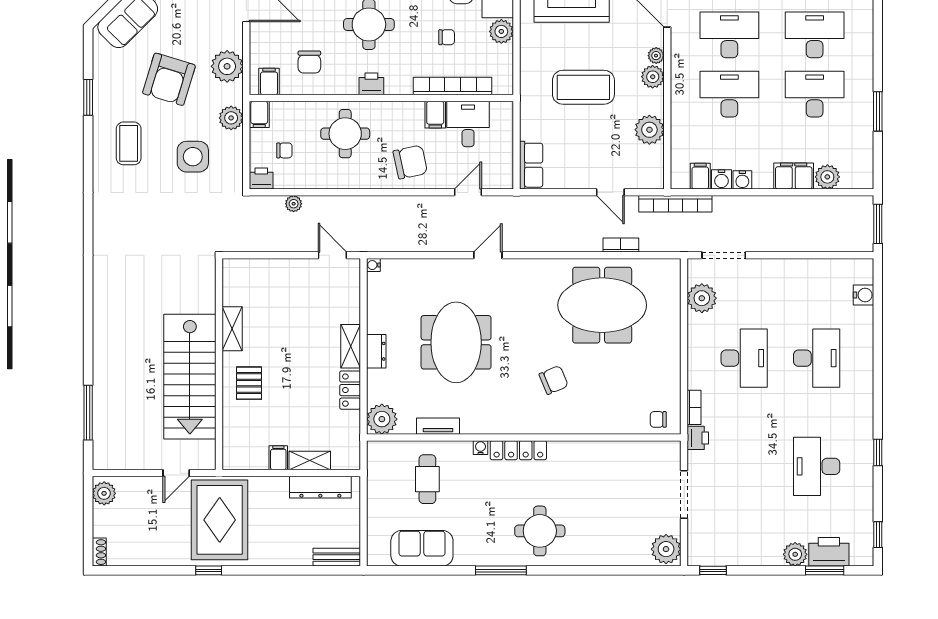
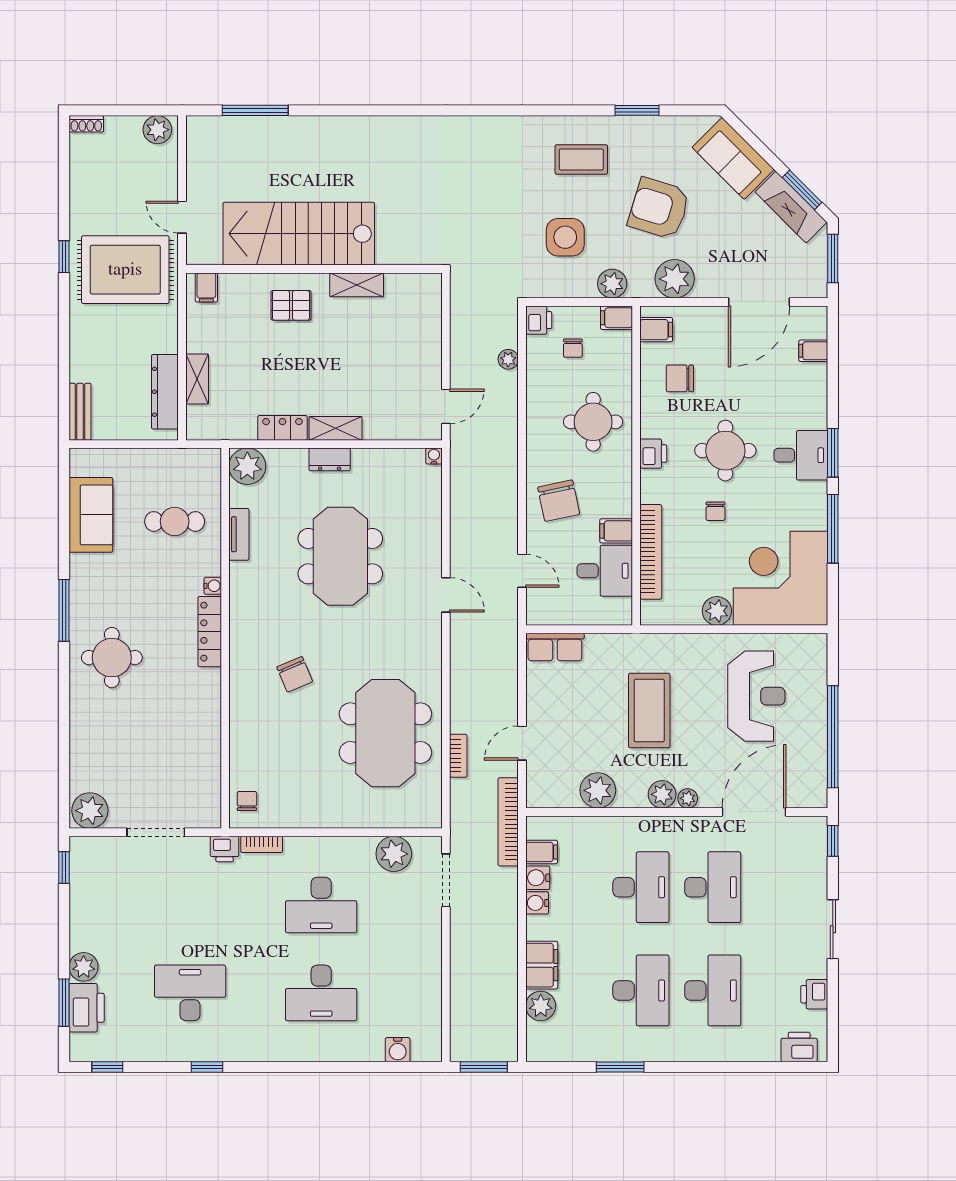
chair: (447, 37) -> (715, 511), moved
meeting table: (456, 342) -> (340, 556), turned 90
filing cabinet: (278, 458) -> (206, 287), moved, turned 90

